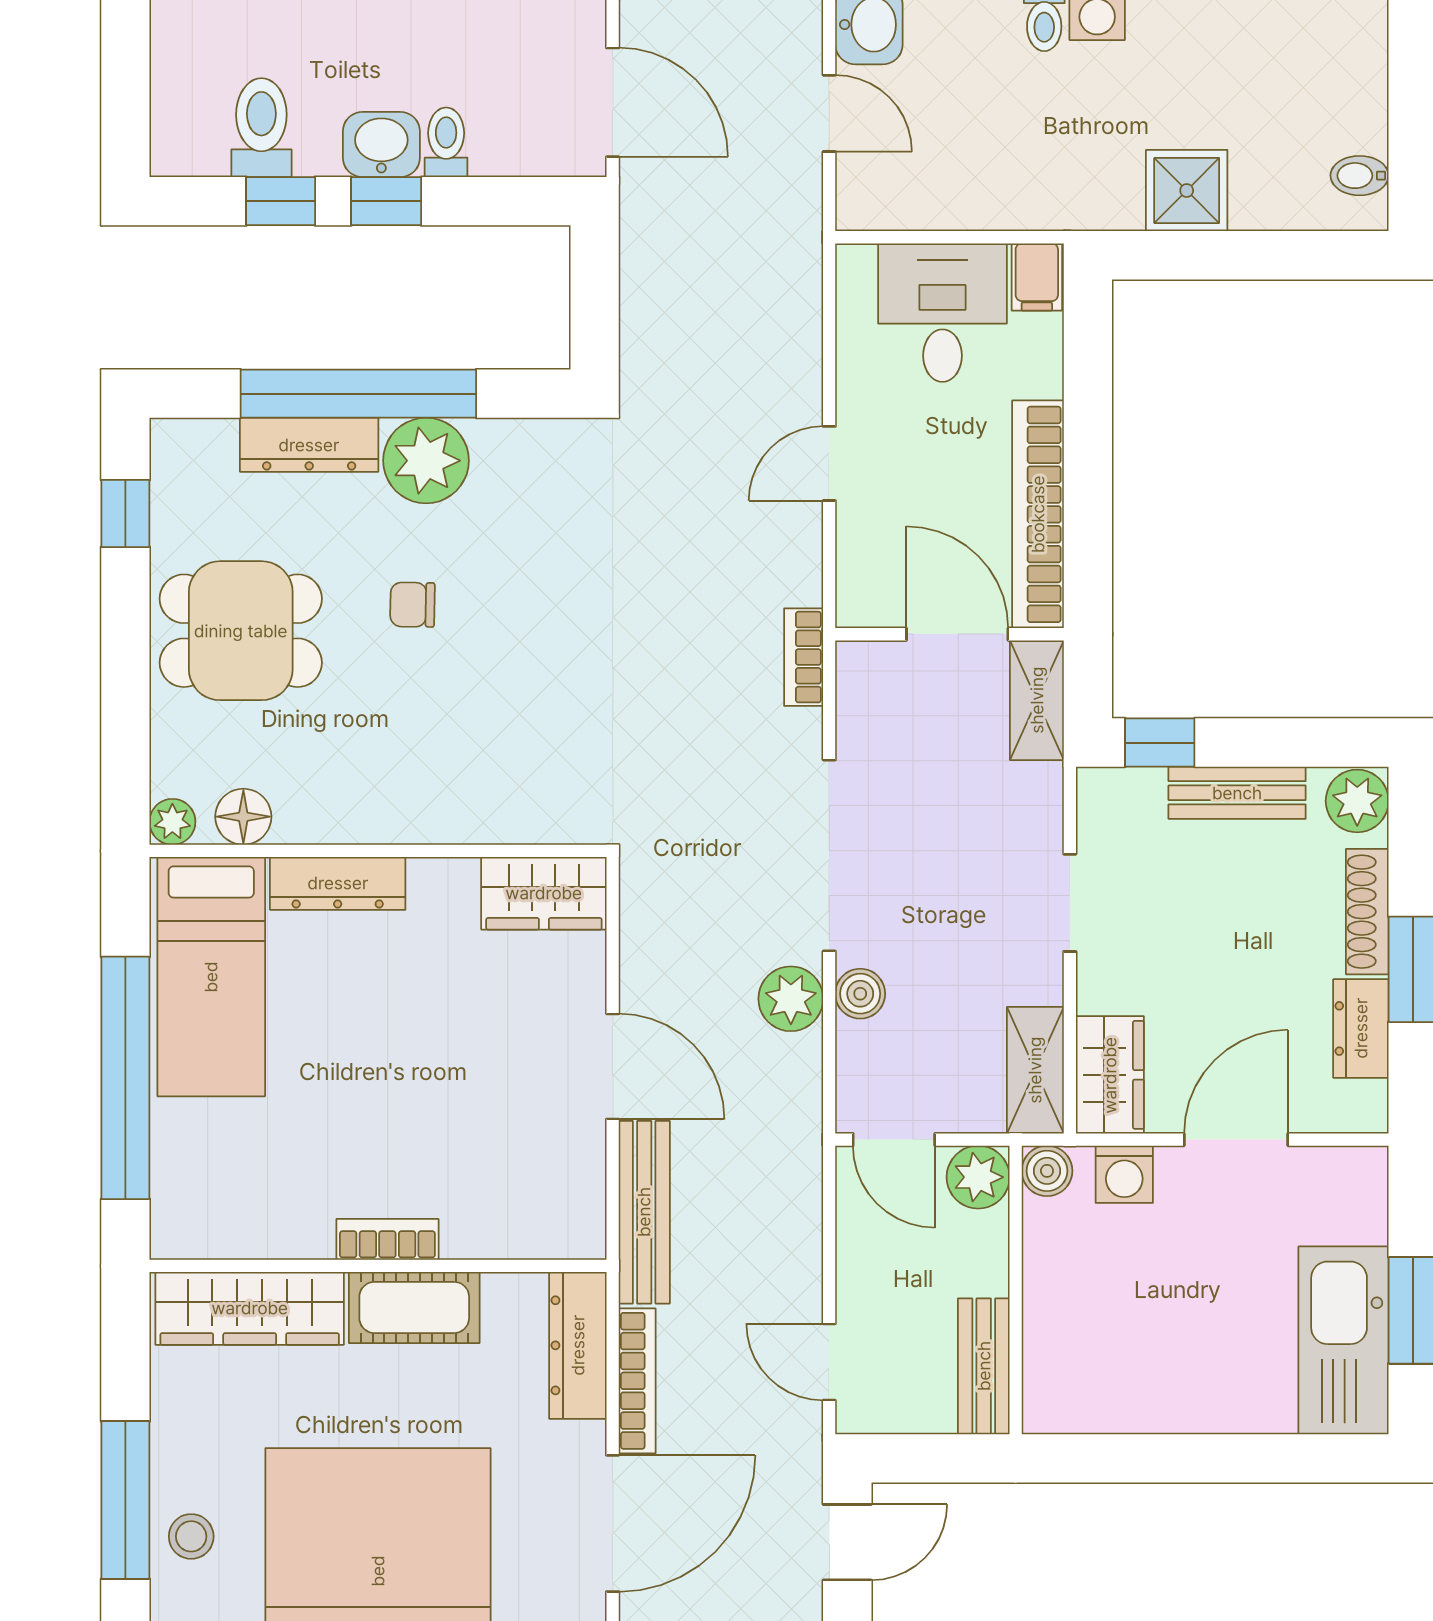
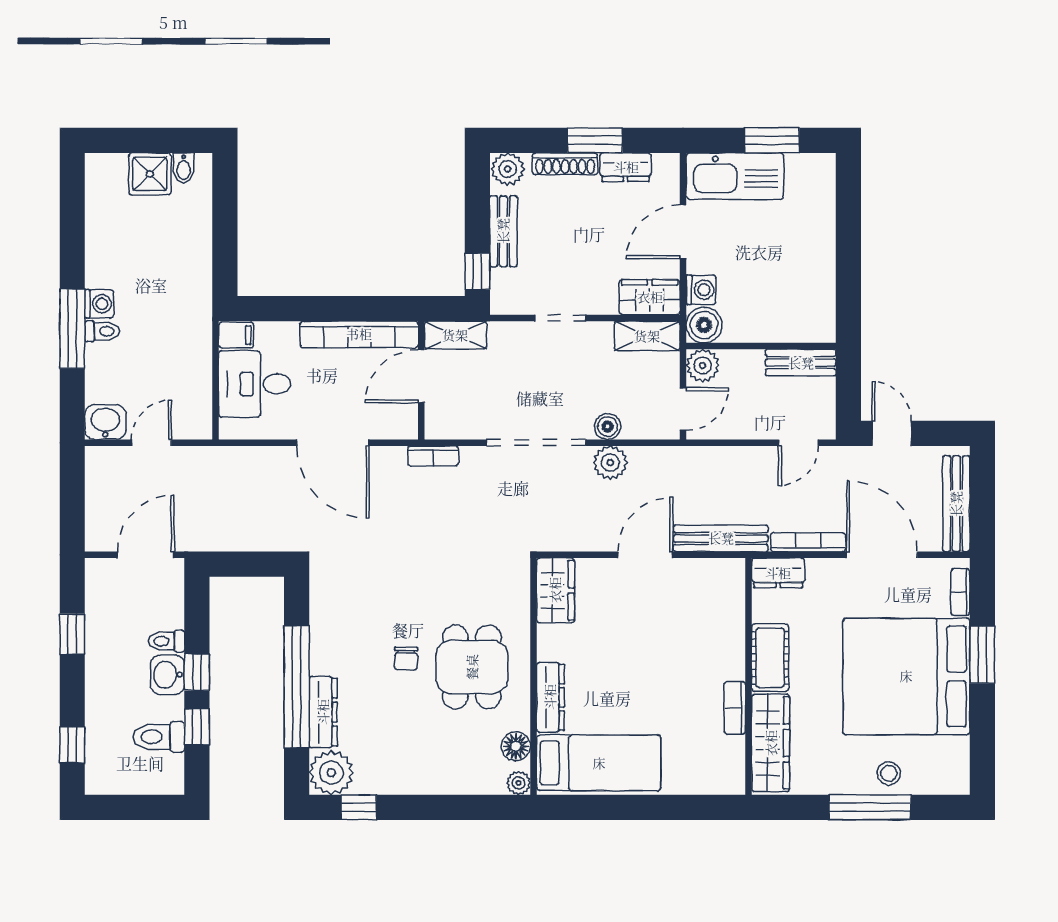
shower: (1187, 191) -> (150, 174), moved
plant: (426, 461) -> (331, 773), moved
door: (829, 463) -> (333, 443), width x1.88
dining table: (241, 631) -> (472, 667), moved
window: (125, 1078) -> (651, 807), removed
door: (1236, 1140) -> (683, 232), hinge flipped
boiler: (1047, 1171) -> (704, 325), width x1.36, depth x1.36
bookcase: (387, 1239) -> (735, 708), moved
kitchen sink: (1344, 1340) -> (735, 176), moved
dresser: (578, 1345) -> (778, 573), width x0.70

